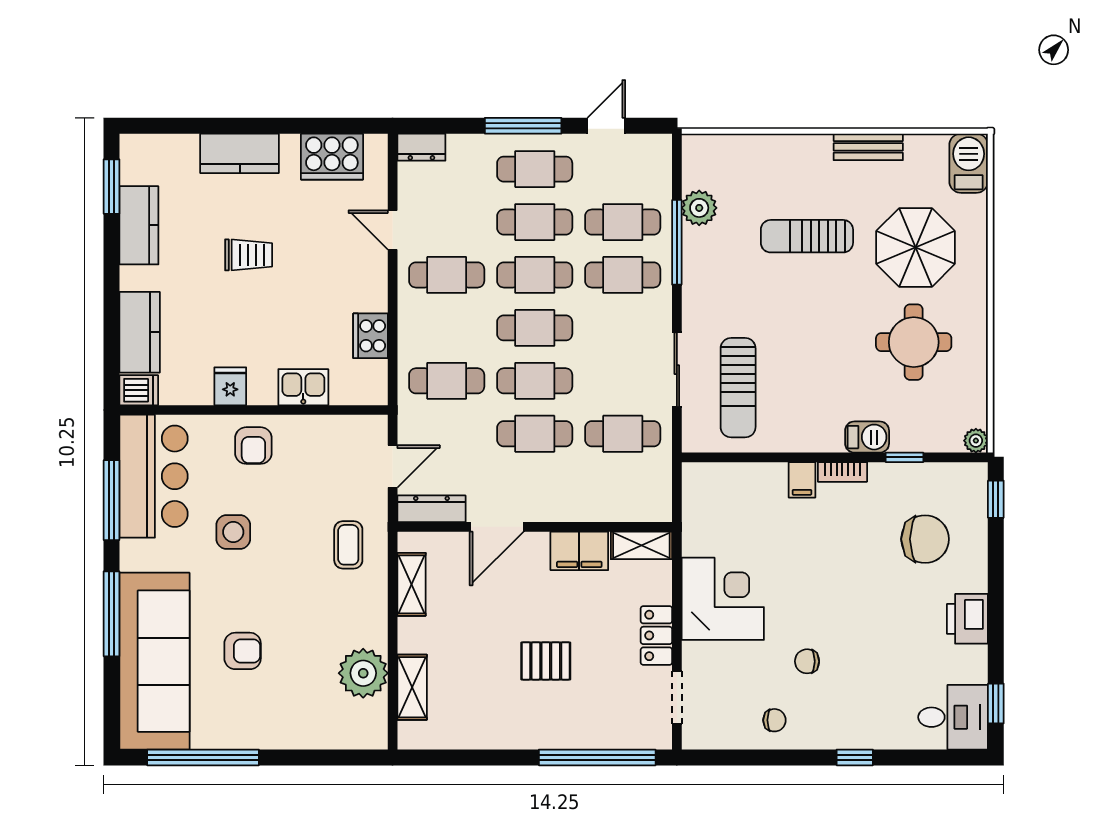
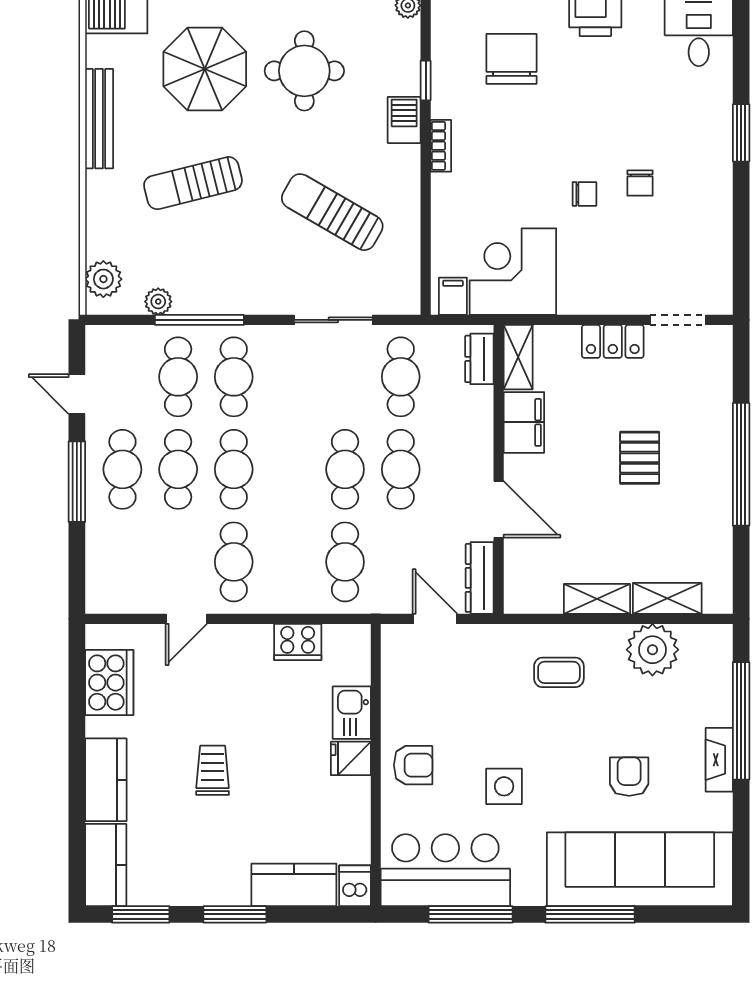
dresser: (421, 147) -> (479, 359), moved, turned 180
bench: (868, 147) -> (99, 119), width x1.36
plant: (716, 151) -> (103, 279), added
plant: (699, 208) -> (158, 302), width x0.73, depth x0.73
kitchen counter: (139, 225) -> (106, 865), moved, turned 90
sun lounger: (807, 236) -> (193, 183), turned 76
window: (111, 276) -> (235, 914), added
cafe table: (535, 328) -> (289, 469), removed
fridge: (230, 386) -> (351, 758), moved
sun lounger: (738, 388) -> (332, 212), moved, turned -150
filing cabinet: (802, 480) -> (453, 296), moved, turned -90
coffee table: (348, 545) -> (559, 672), moved
shelving: (412, 584) -> (597, 599), moved
corner desk: (723, 599) -> (513, 272), moved
chair: (774, 720) -> (584, 194), moved, turned 90
fireplace: (259, 737) -> (719, 760), added
window: (203, 757) -> (741, 721), moved
window: (597, 757) -> (741, 464), moved
window: (855, 757) -> (741, 133), width x1.50

